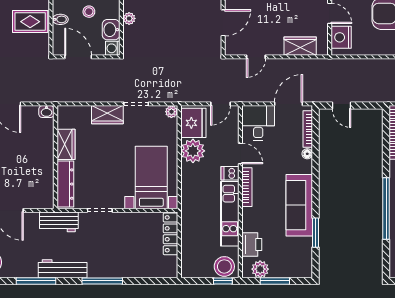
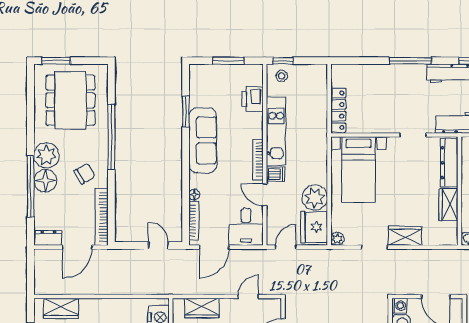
stool: (224, 266) -> (282, 76), width x0.53, depth x0.53
plant: (260, 269) -> (244, 73), removed

